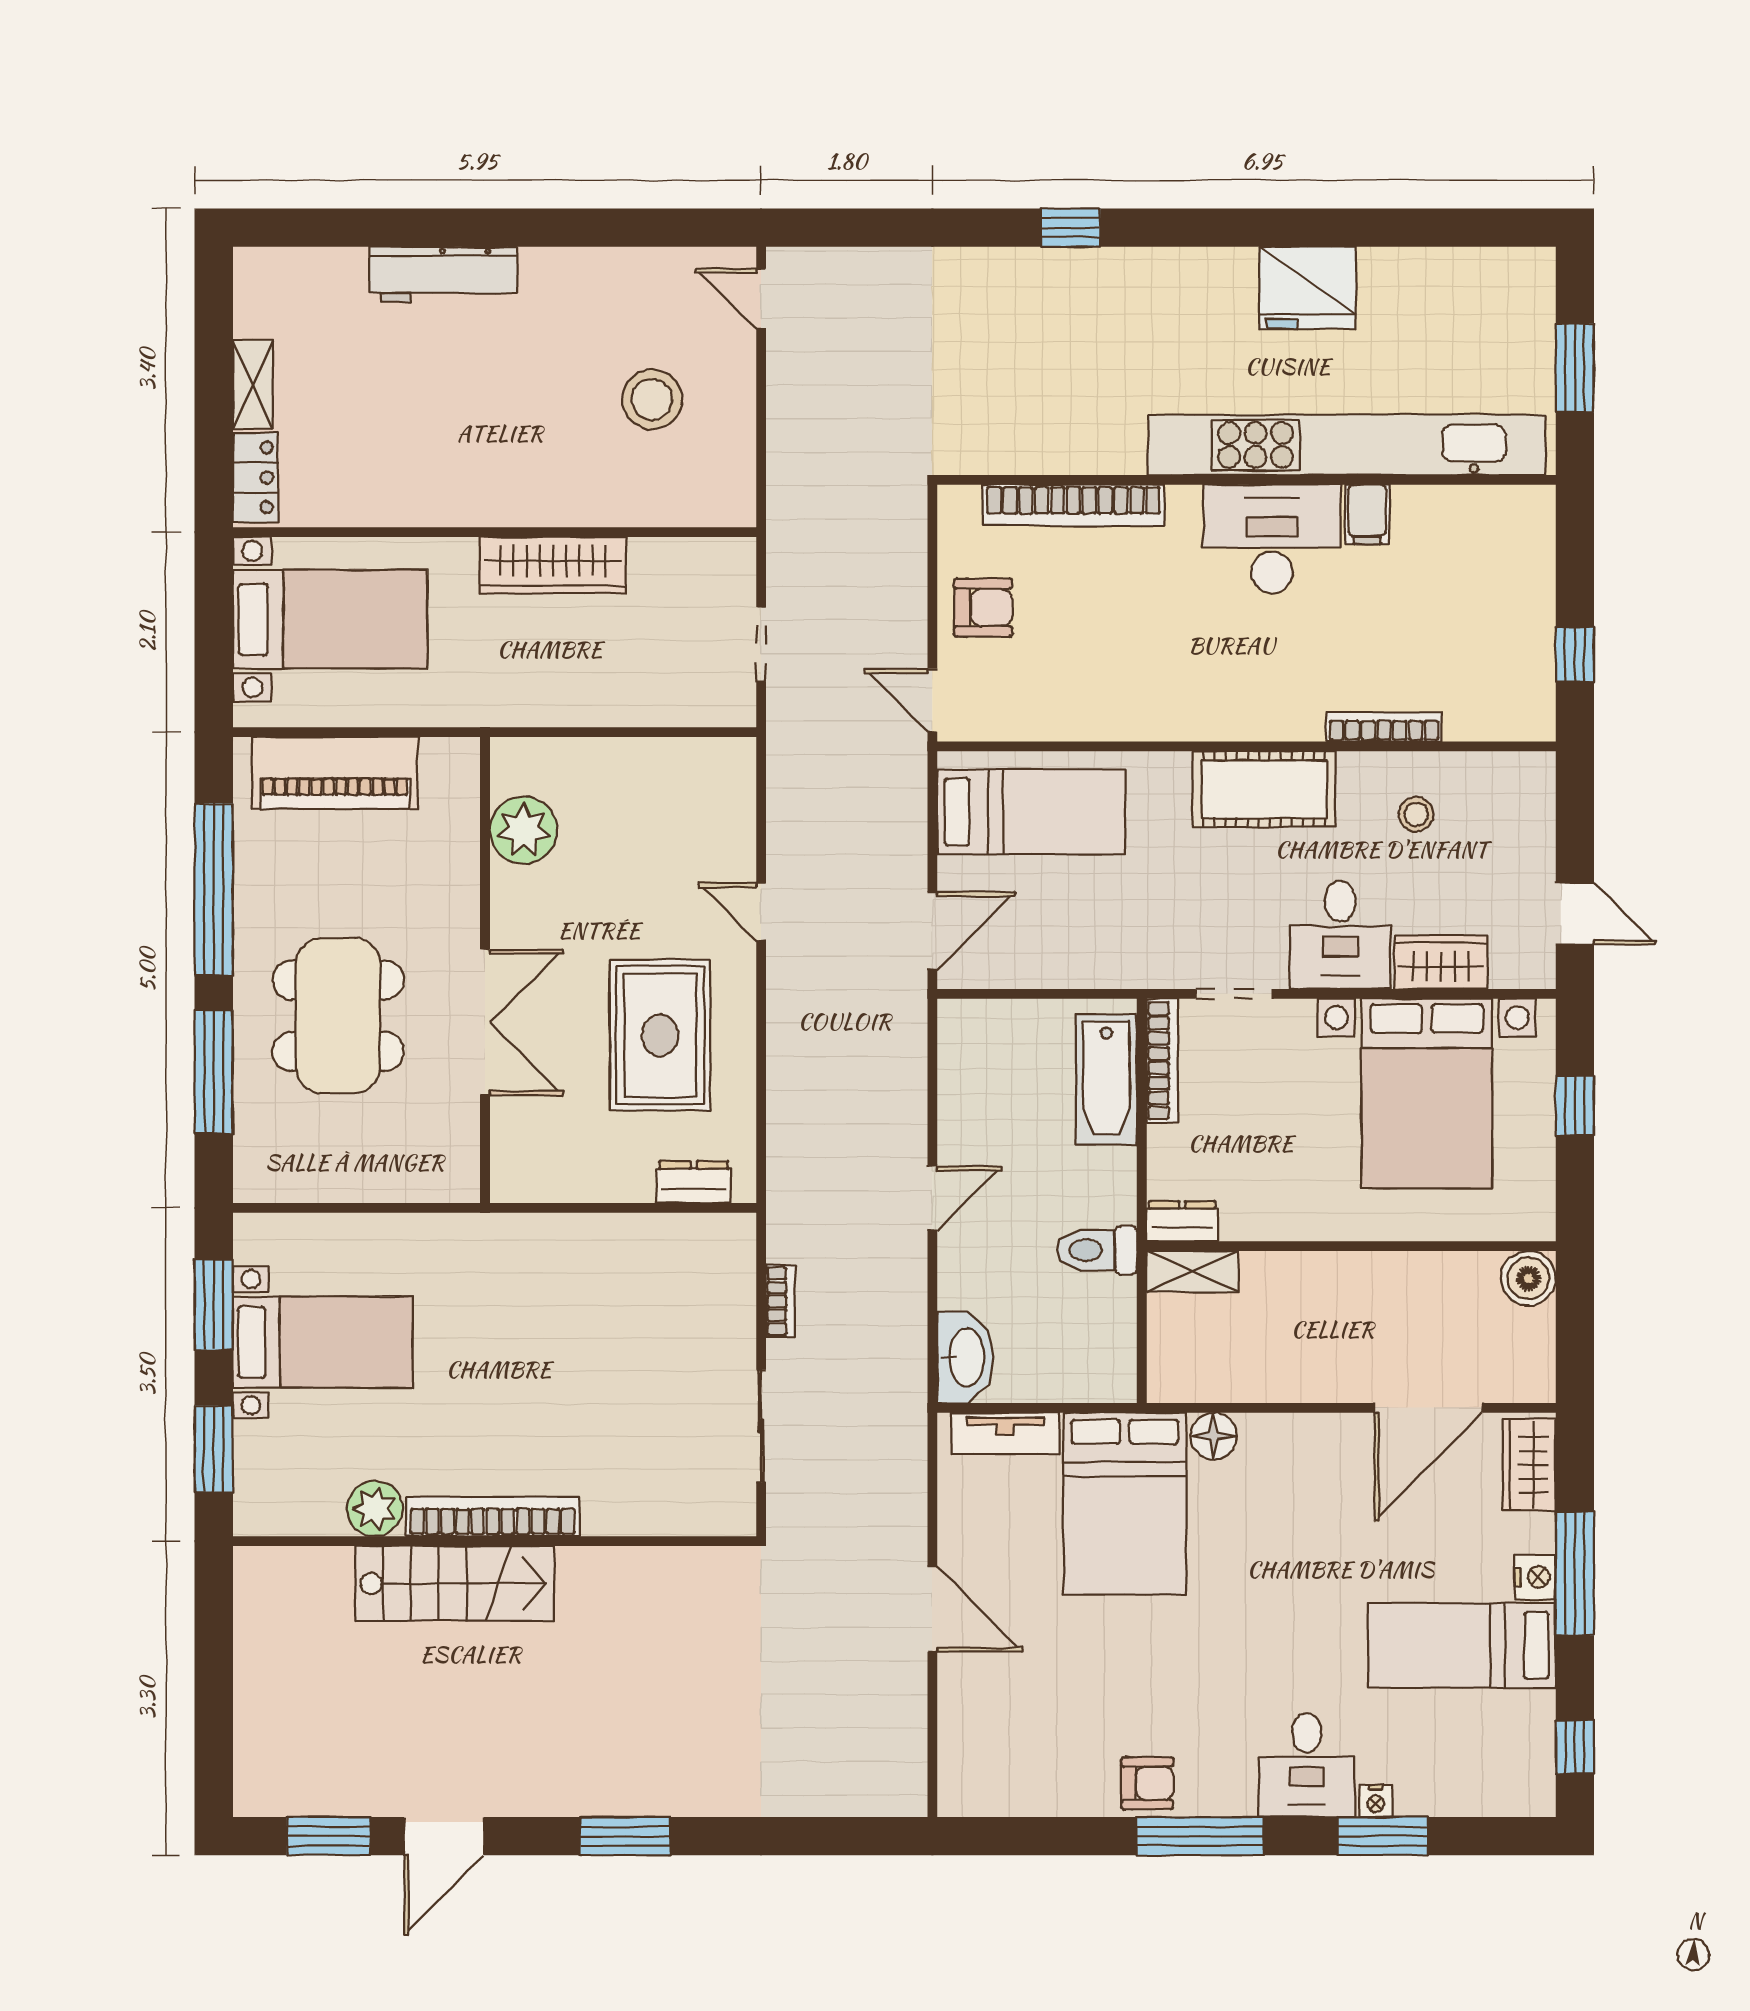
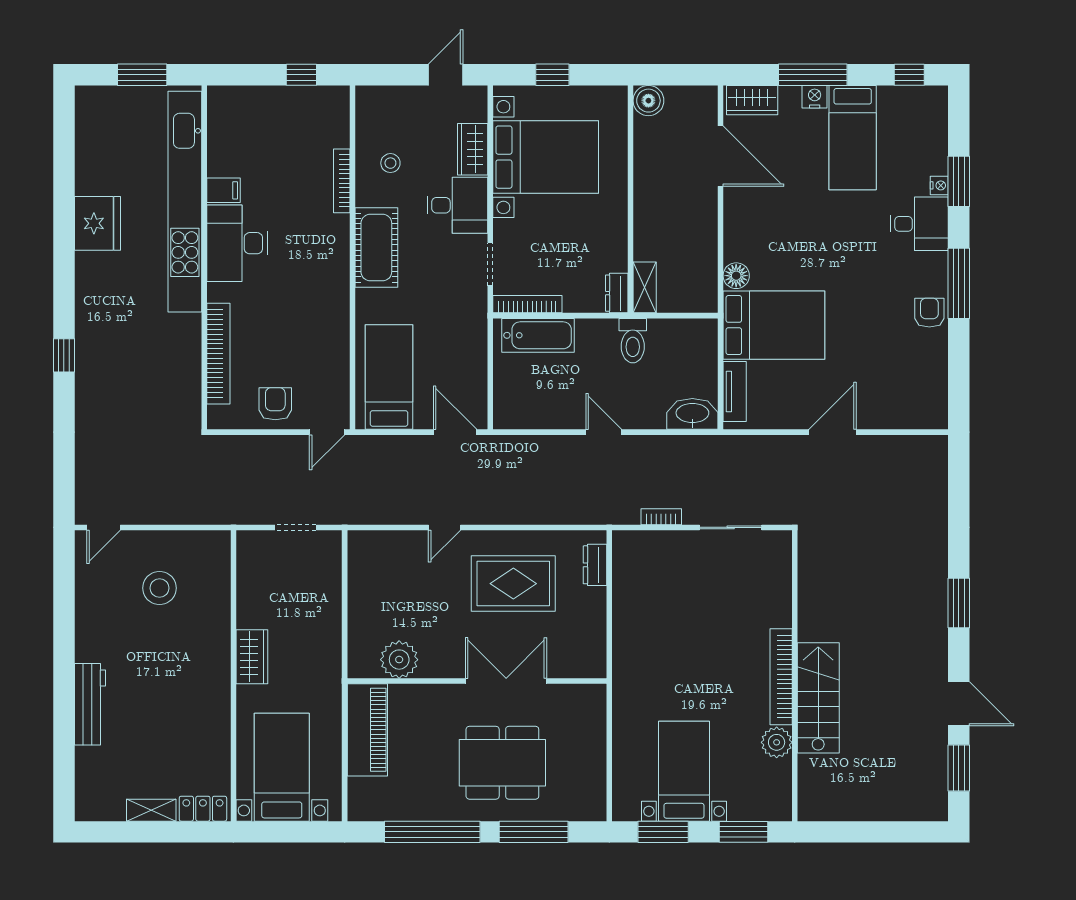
wardrobe: (553, 565) -> (252, 657), width x0.67
piano: (335, 773) -> (367, 730), moved

